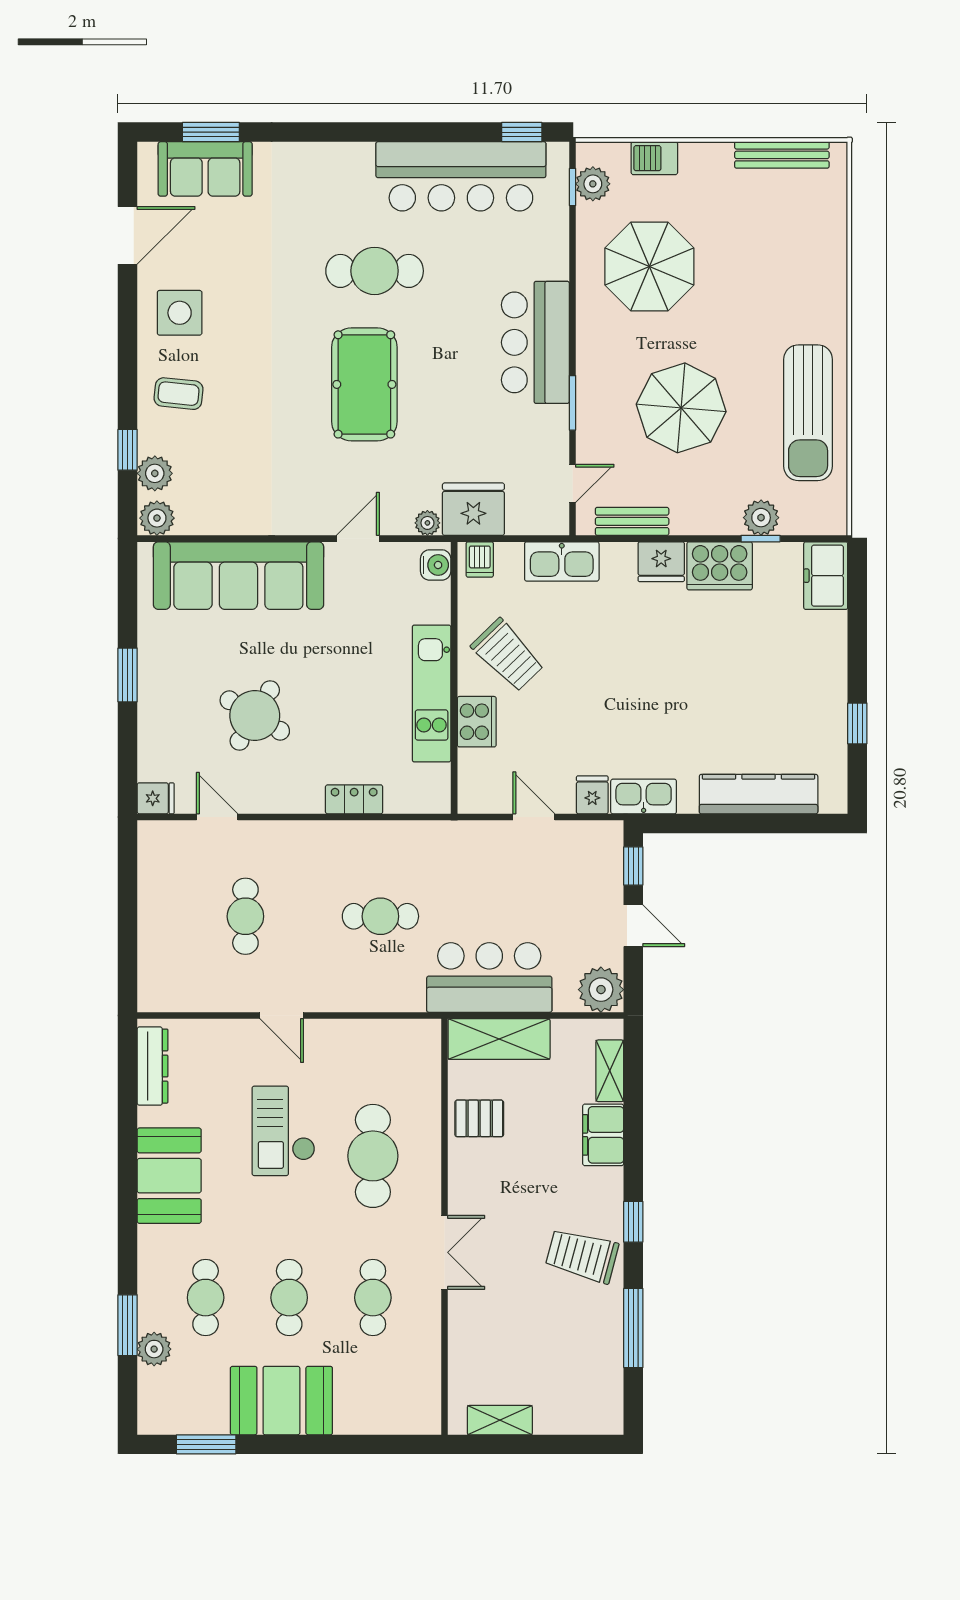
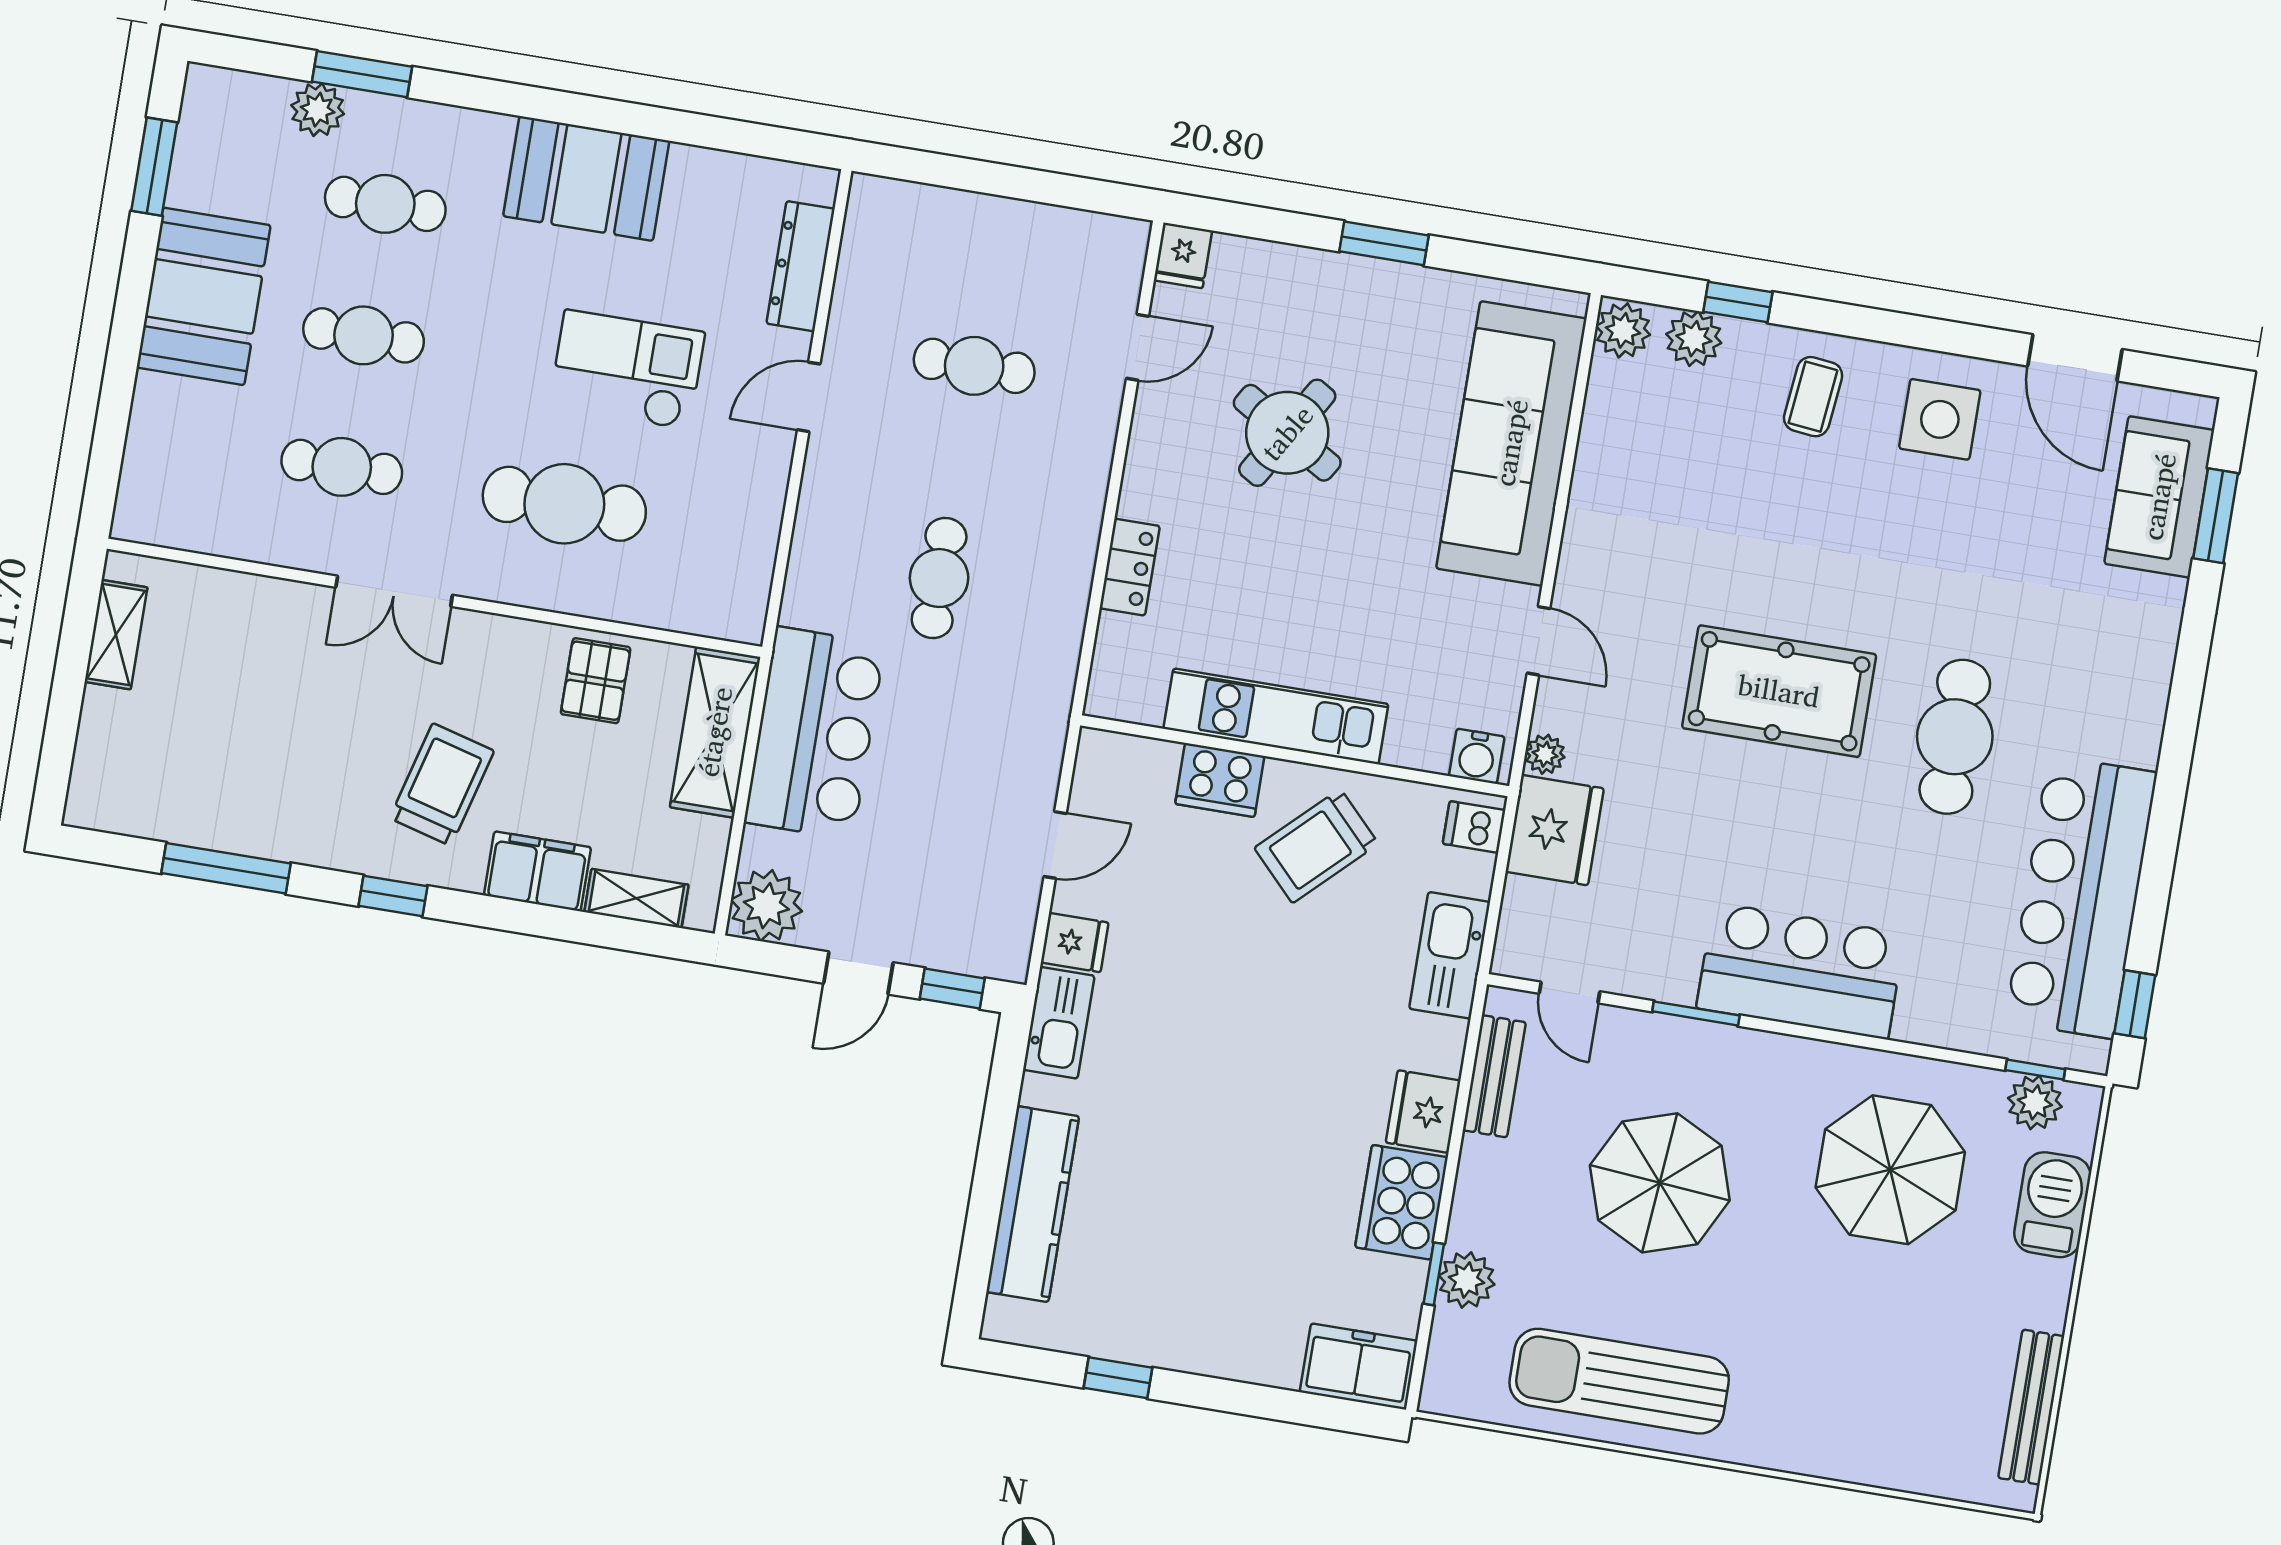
barbecue: (654, 158) -> (2052, 1205), width x1.38, depth x1.27
dresser: (152, 1066) -> (801, 266), moved, turned 90
trolley: (582, 1256) -> (442, 785), moved

